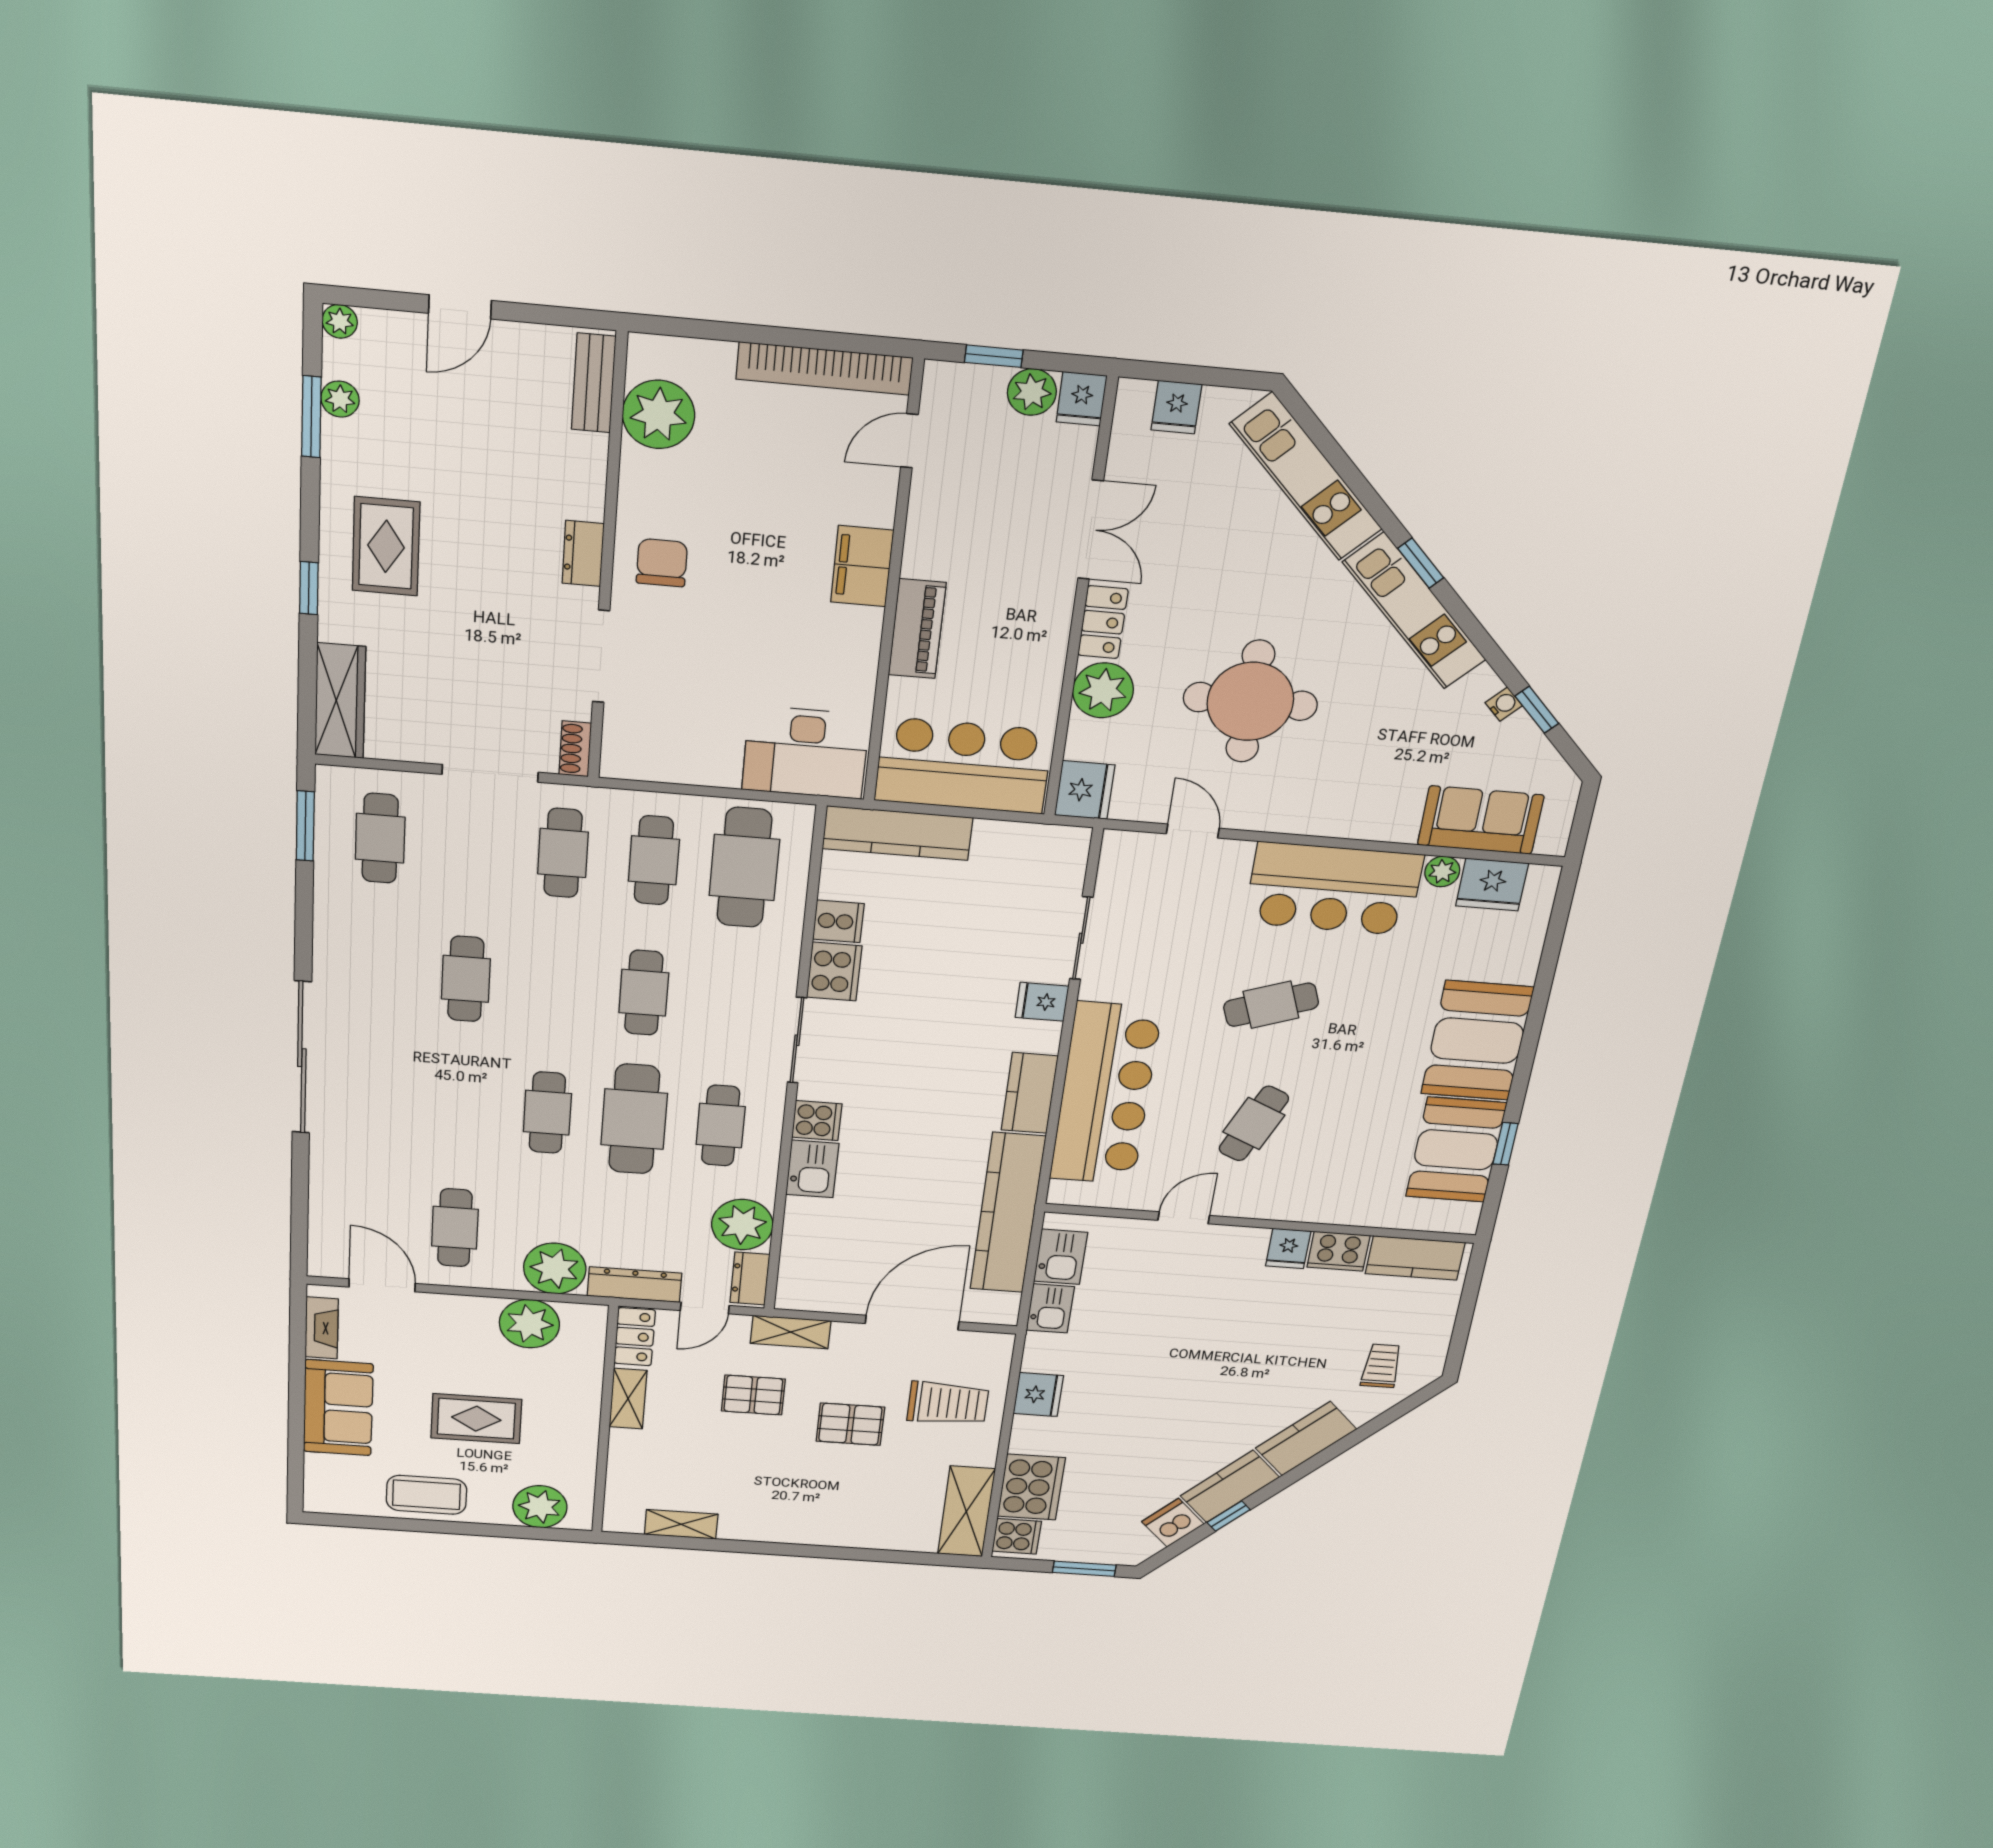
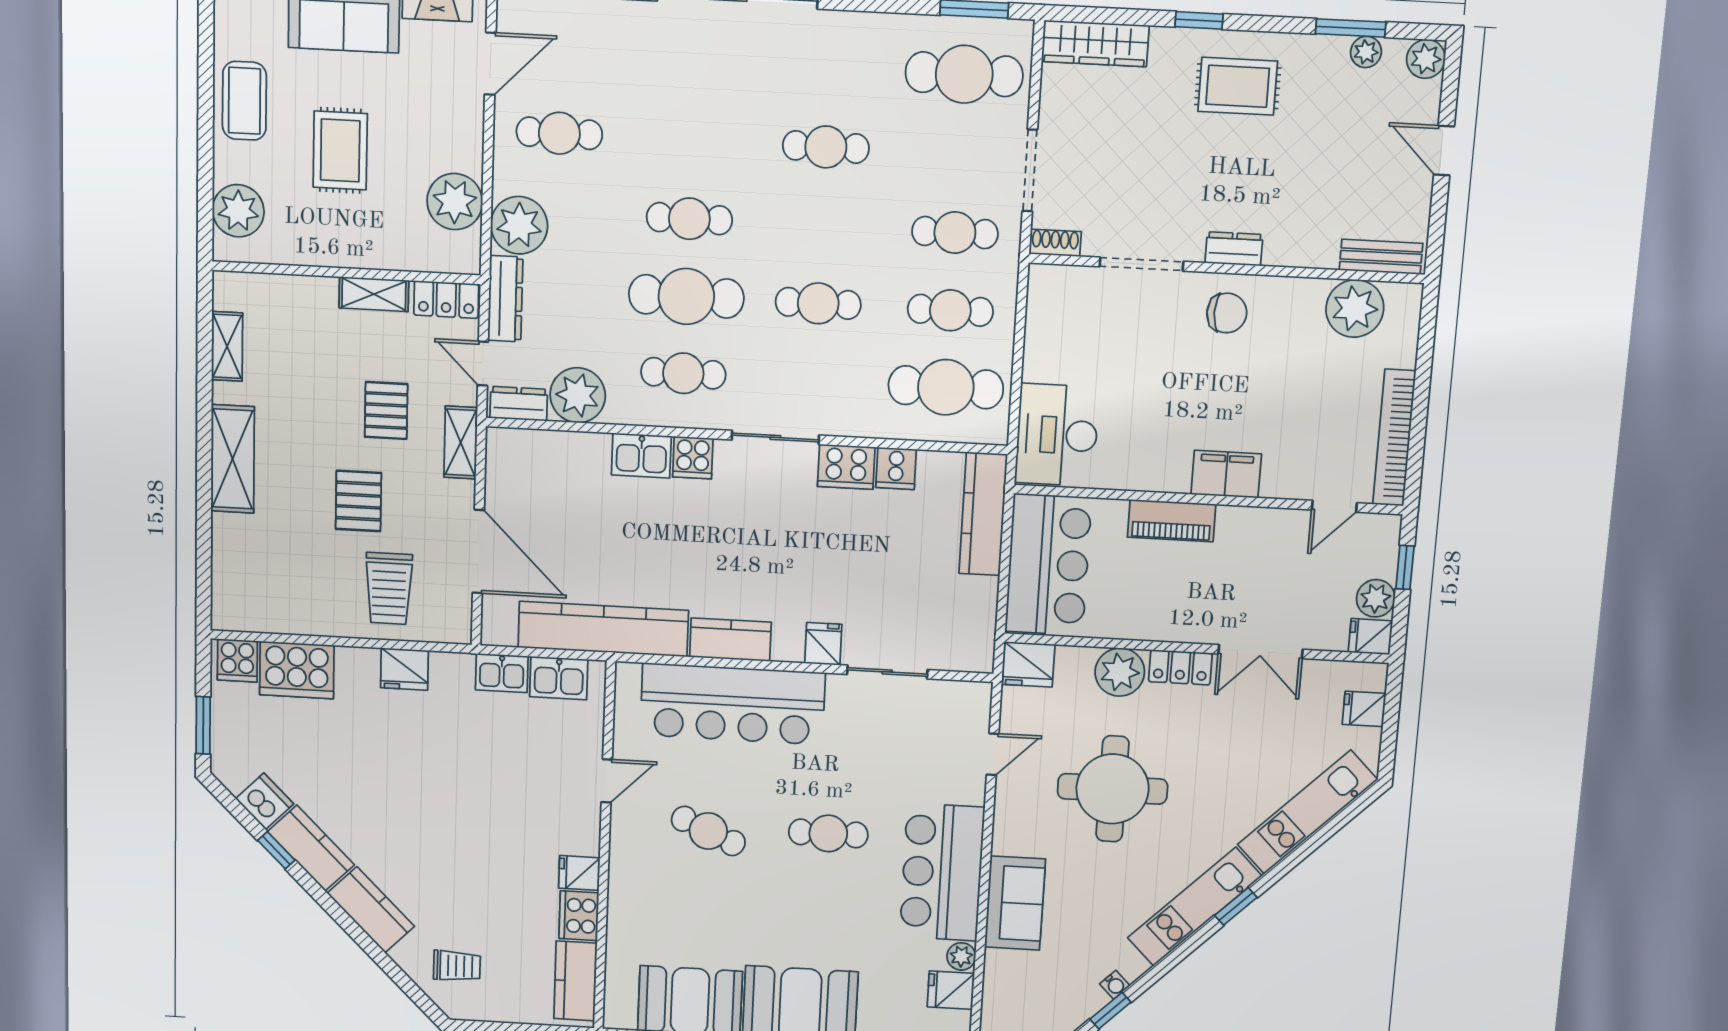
plant: (340, 321) -> (1426, 59), width x1.38, depth x1.38
door: (909, 441) -> (1334, 506), swing flipped
sofa: (1481, 820) -> (1015, 903), moved
cafe table: (380, 838) -> (964, 74), width x1.37, depth x1.35
fridge: (1492, 885) -> (951, 990), width x0.72
cafe table: (1271, 1005) -> (828, 833), turned -70
door: (1184, 1218) -> (607, 781), hinge flipped
shelving: (966, 1511) -> (233, 459), moved, turned 90

